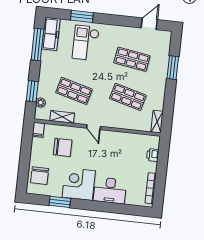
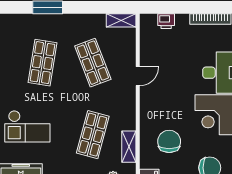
shop shelf: (128, 97) -> (93, 63), turned -36
door: (94, 127) -> (138, 76), moved

